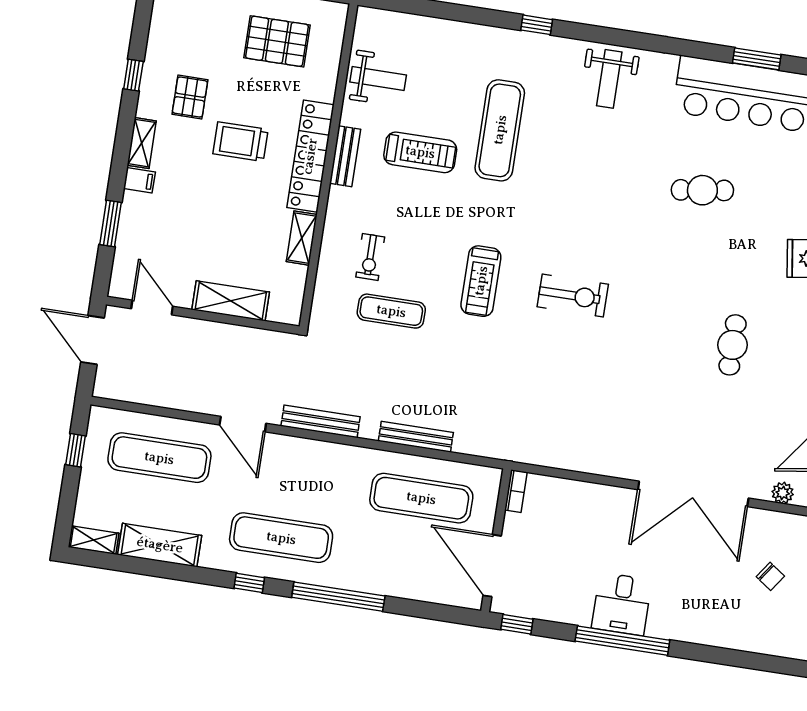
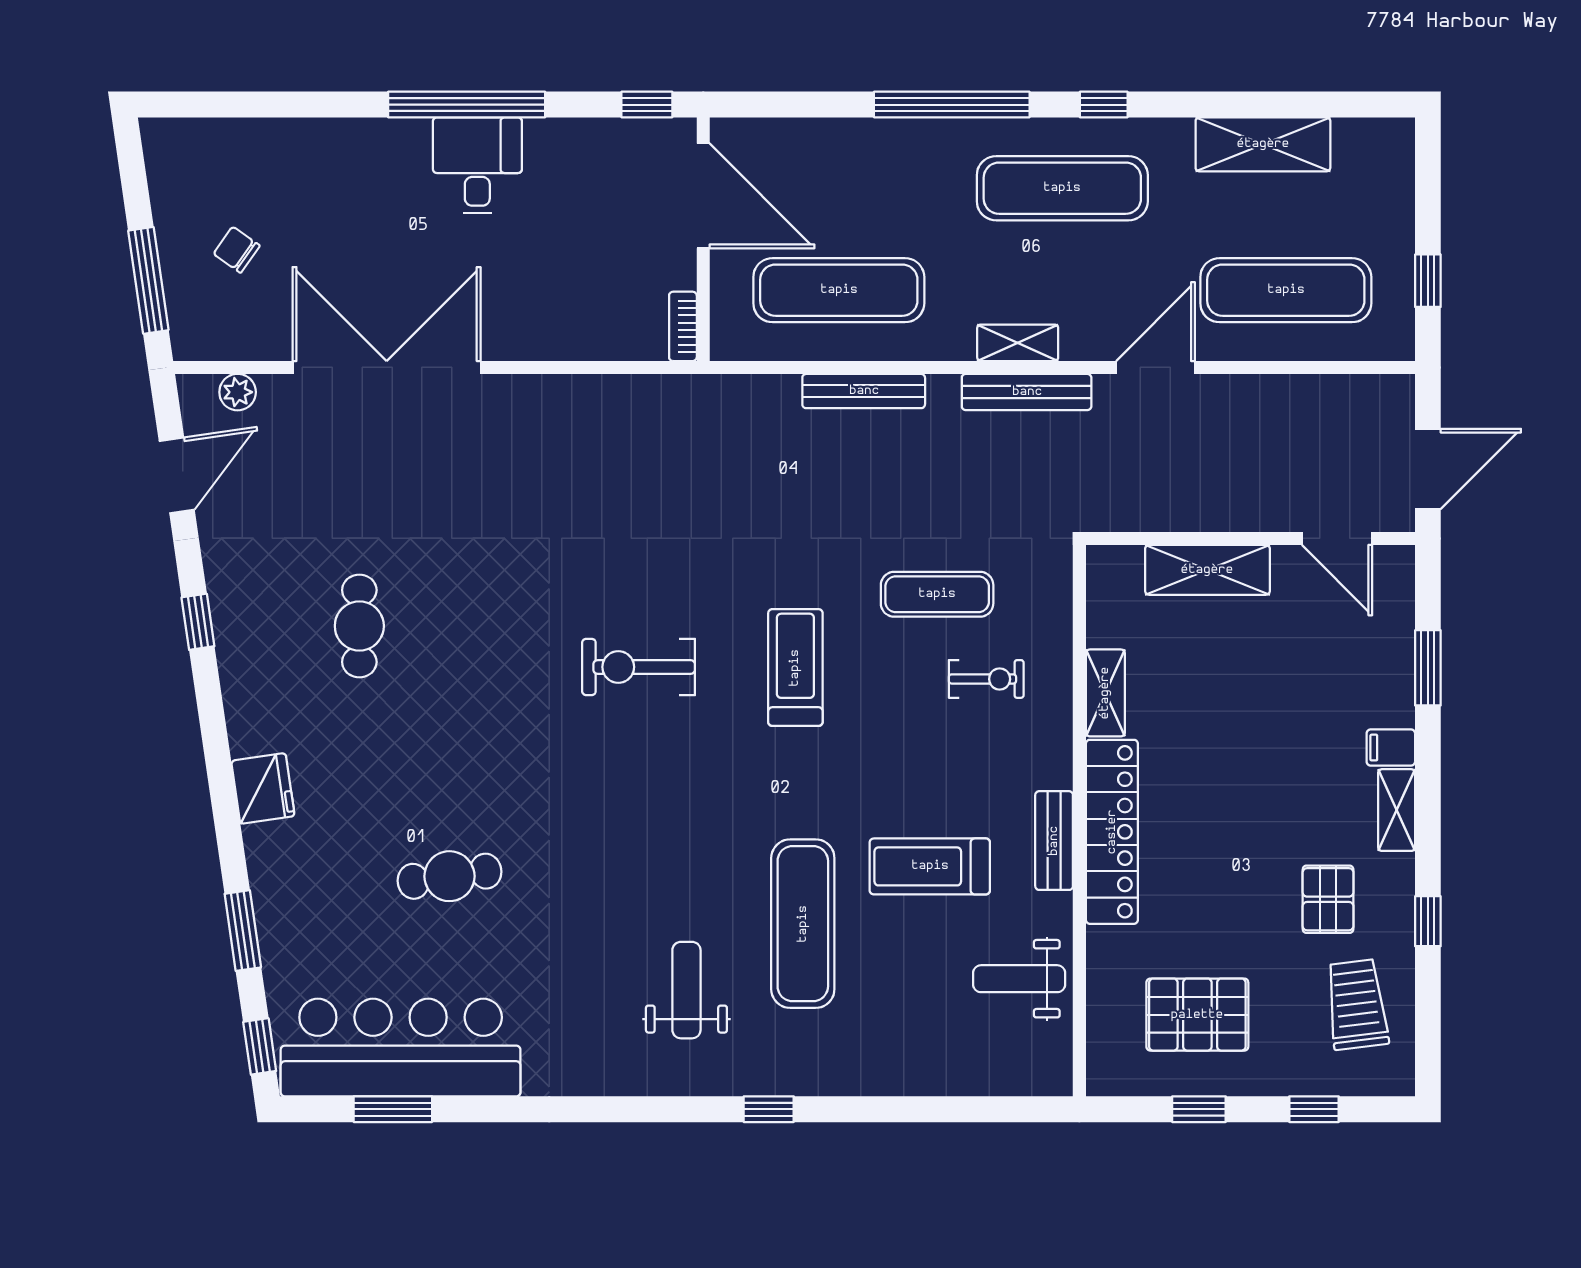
weight bench: (609, 79) -> (686, 990), moved
trolley: (240, 142) -> (1357, 1004), moved, turned -97
exercise bike: (370, 257) -> (986, 679), turned 90
door: (92, 340) -> (1428, 469), hinge flipped
door: (243, 424) -> (1156, 367), hinge flipped
shelving: (94, 540) -> (1018, 343), moved

